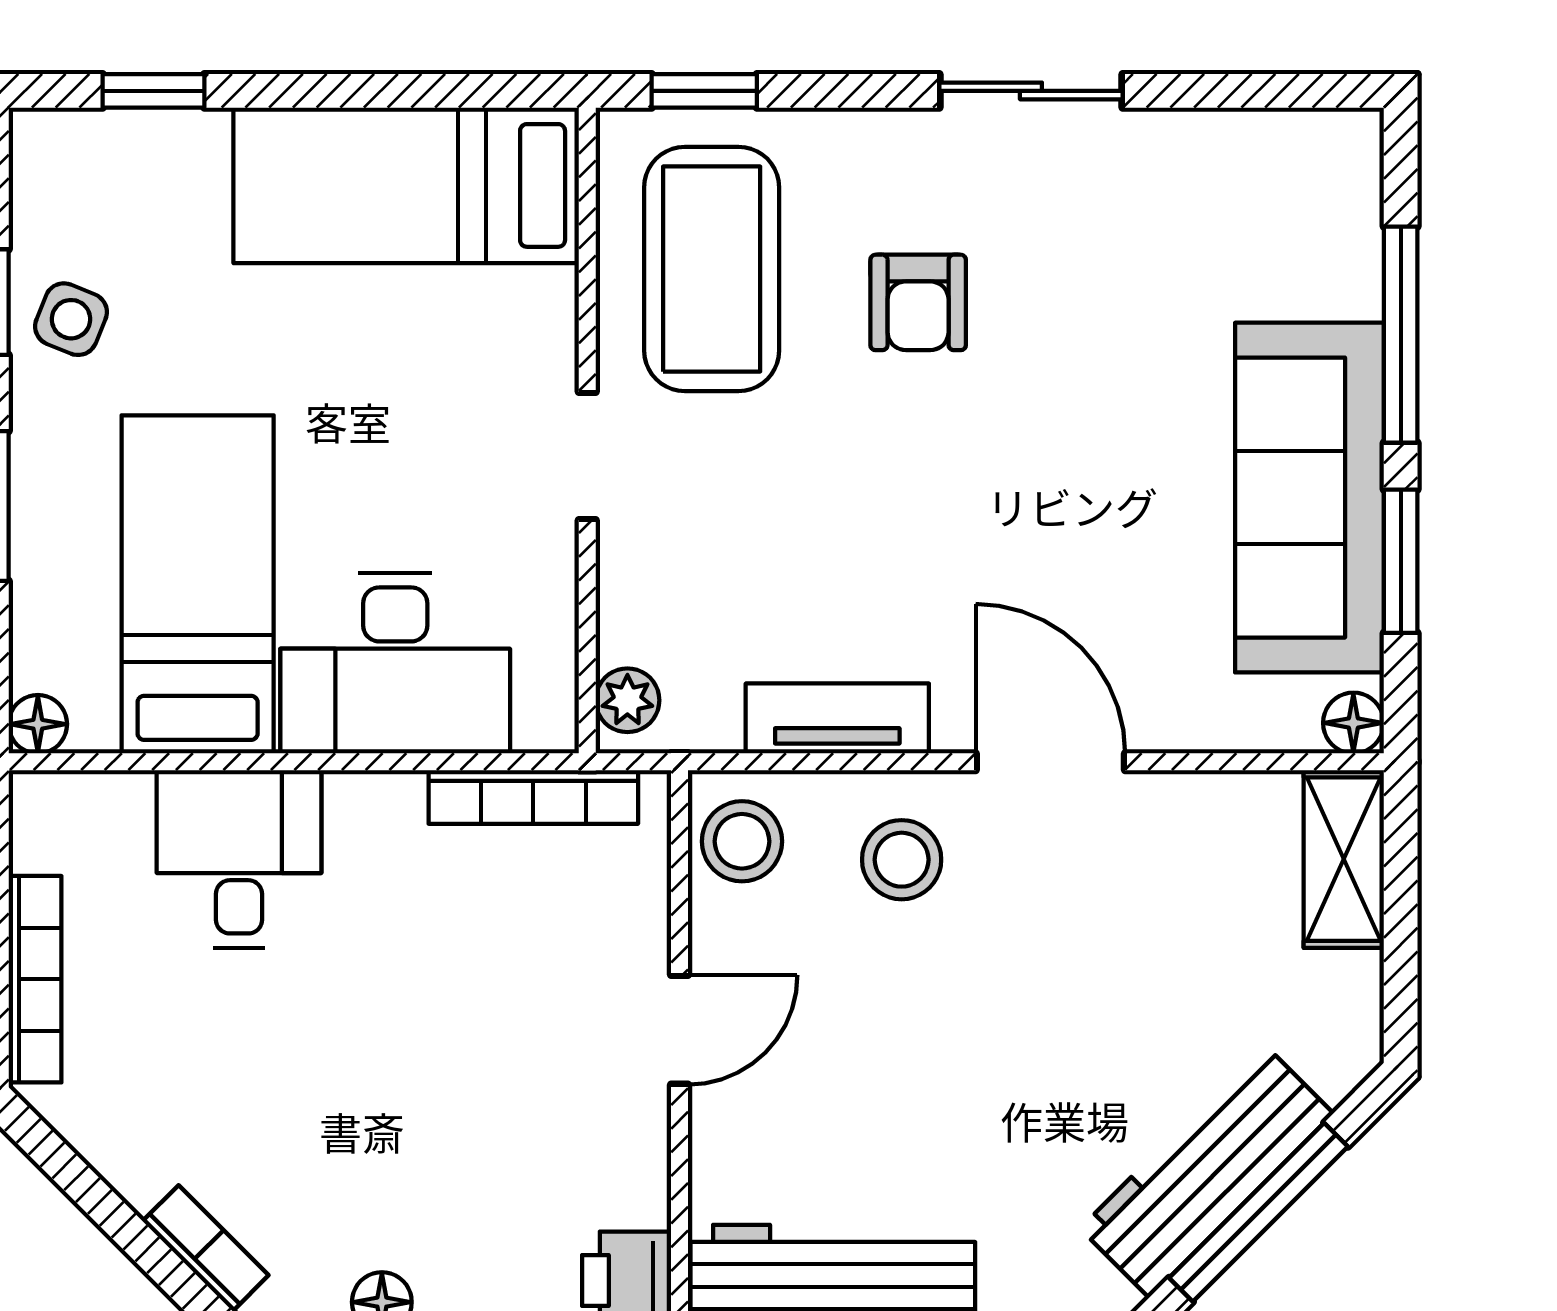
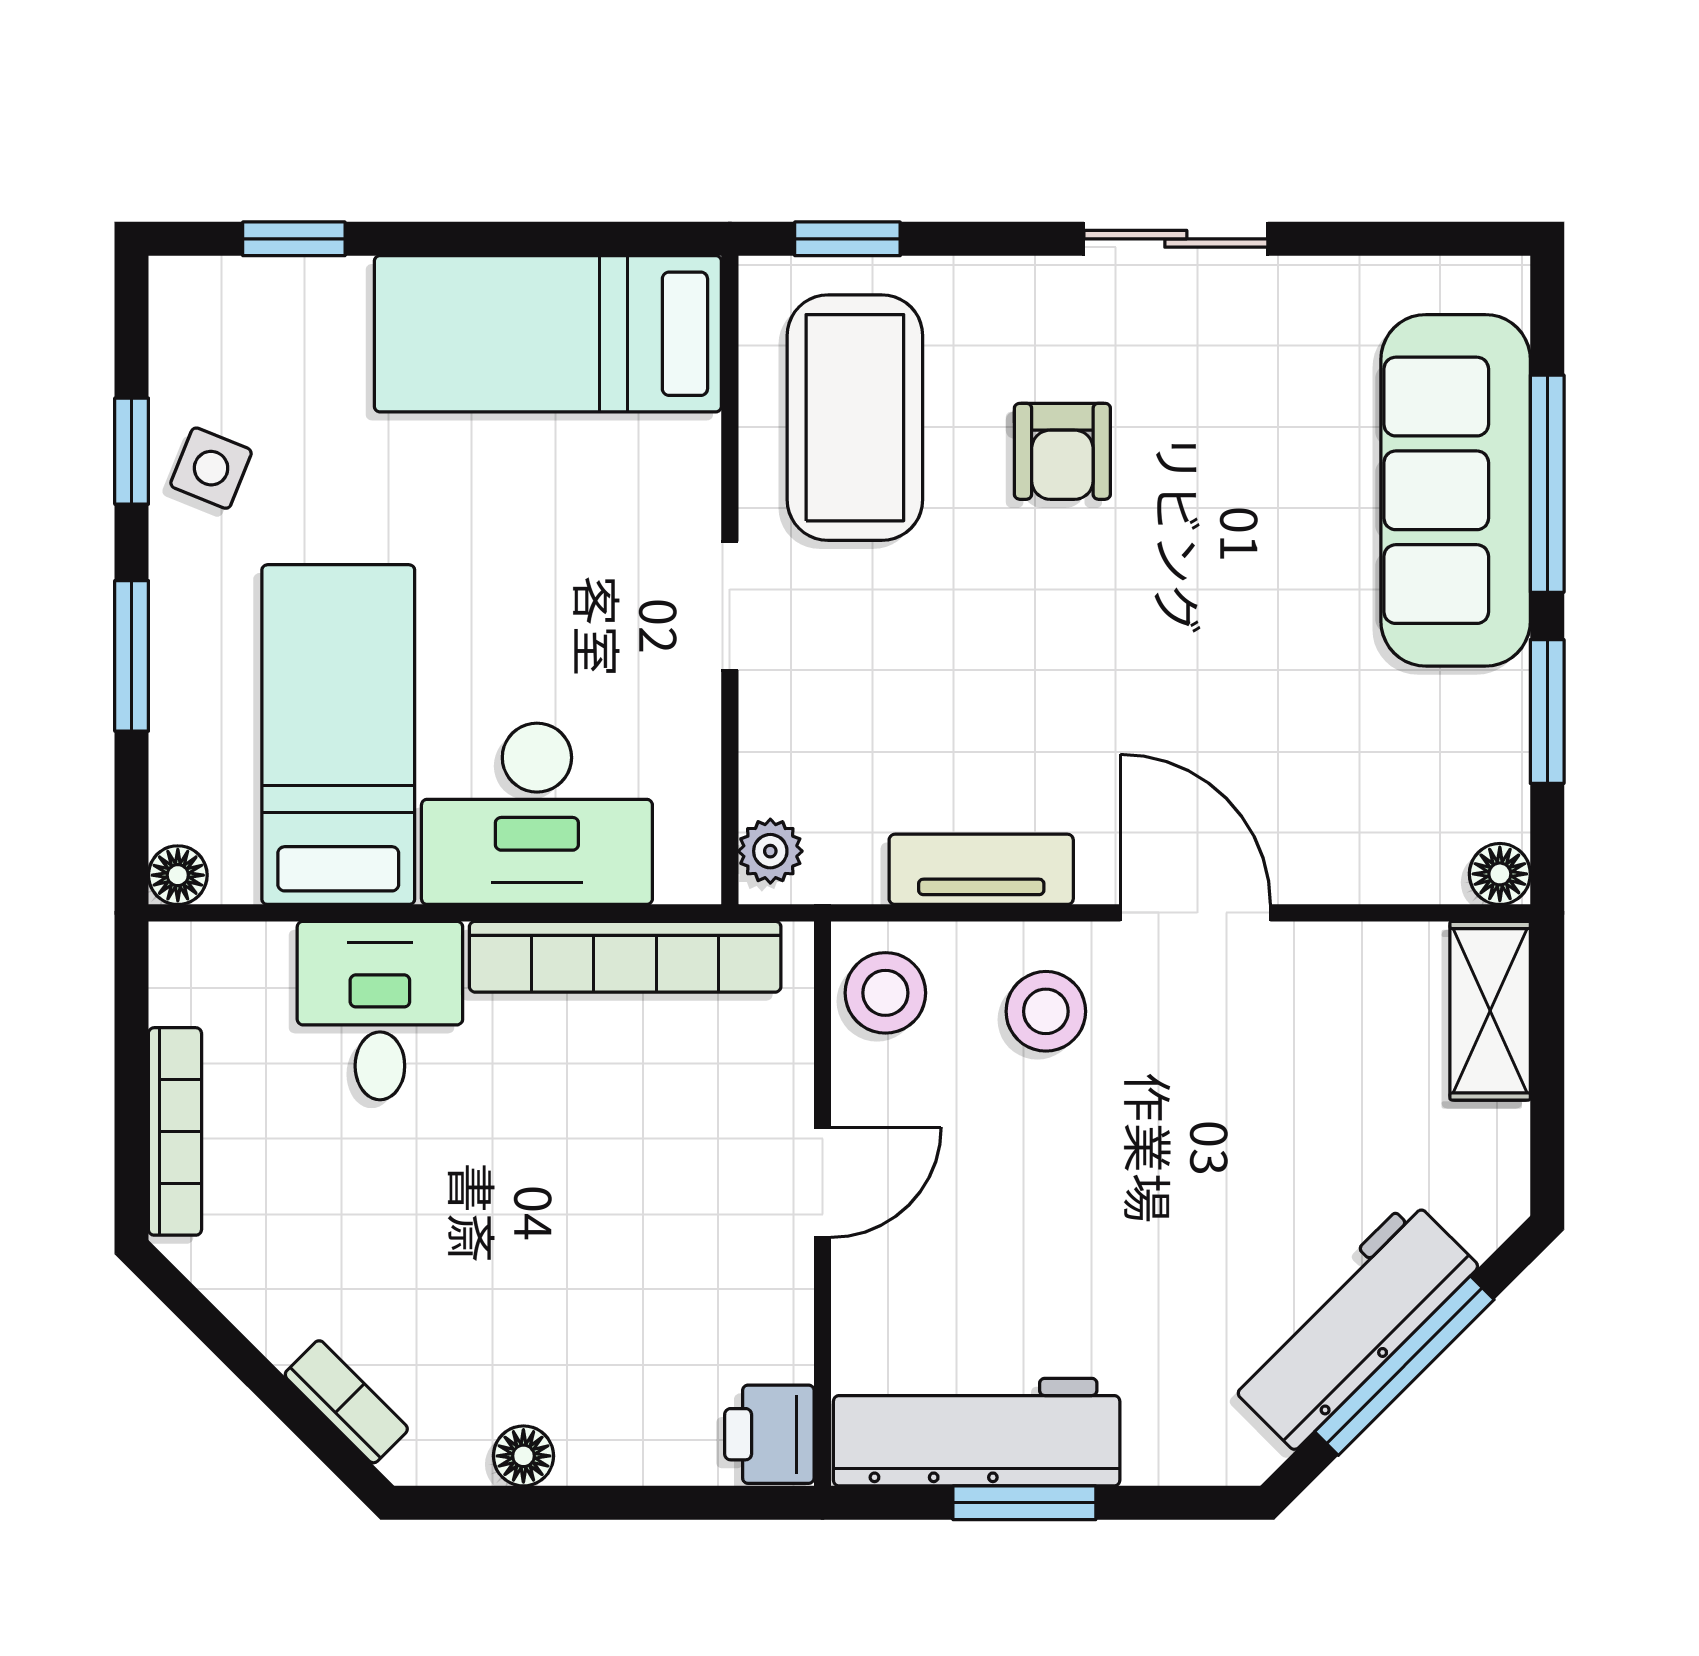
sofa: (1309, 498) -> (1456, 490), moved
bookcase: (533, 797) -> (625, 957), width x1.48, depth x1.31

